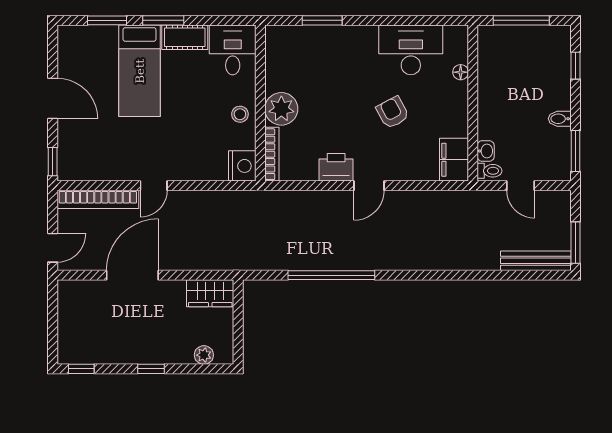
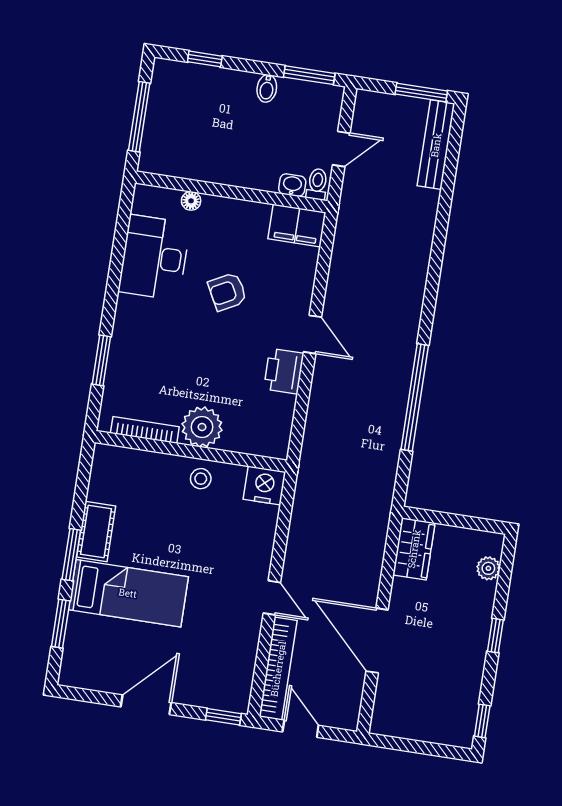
desk: (233, 50) -> (121, 475), removed
bookcase: (272, 154) -> (145, 430), moved
door: (53, 248) -> (301, 729), moved

